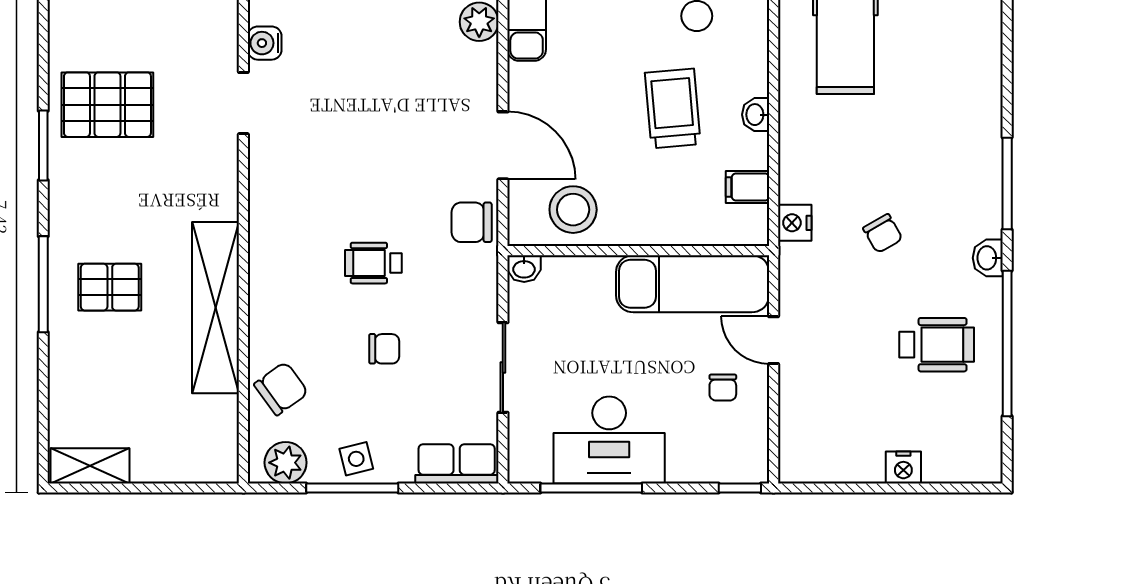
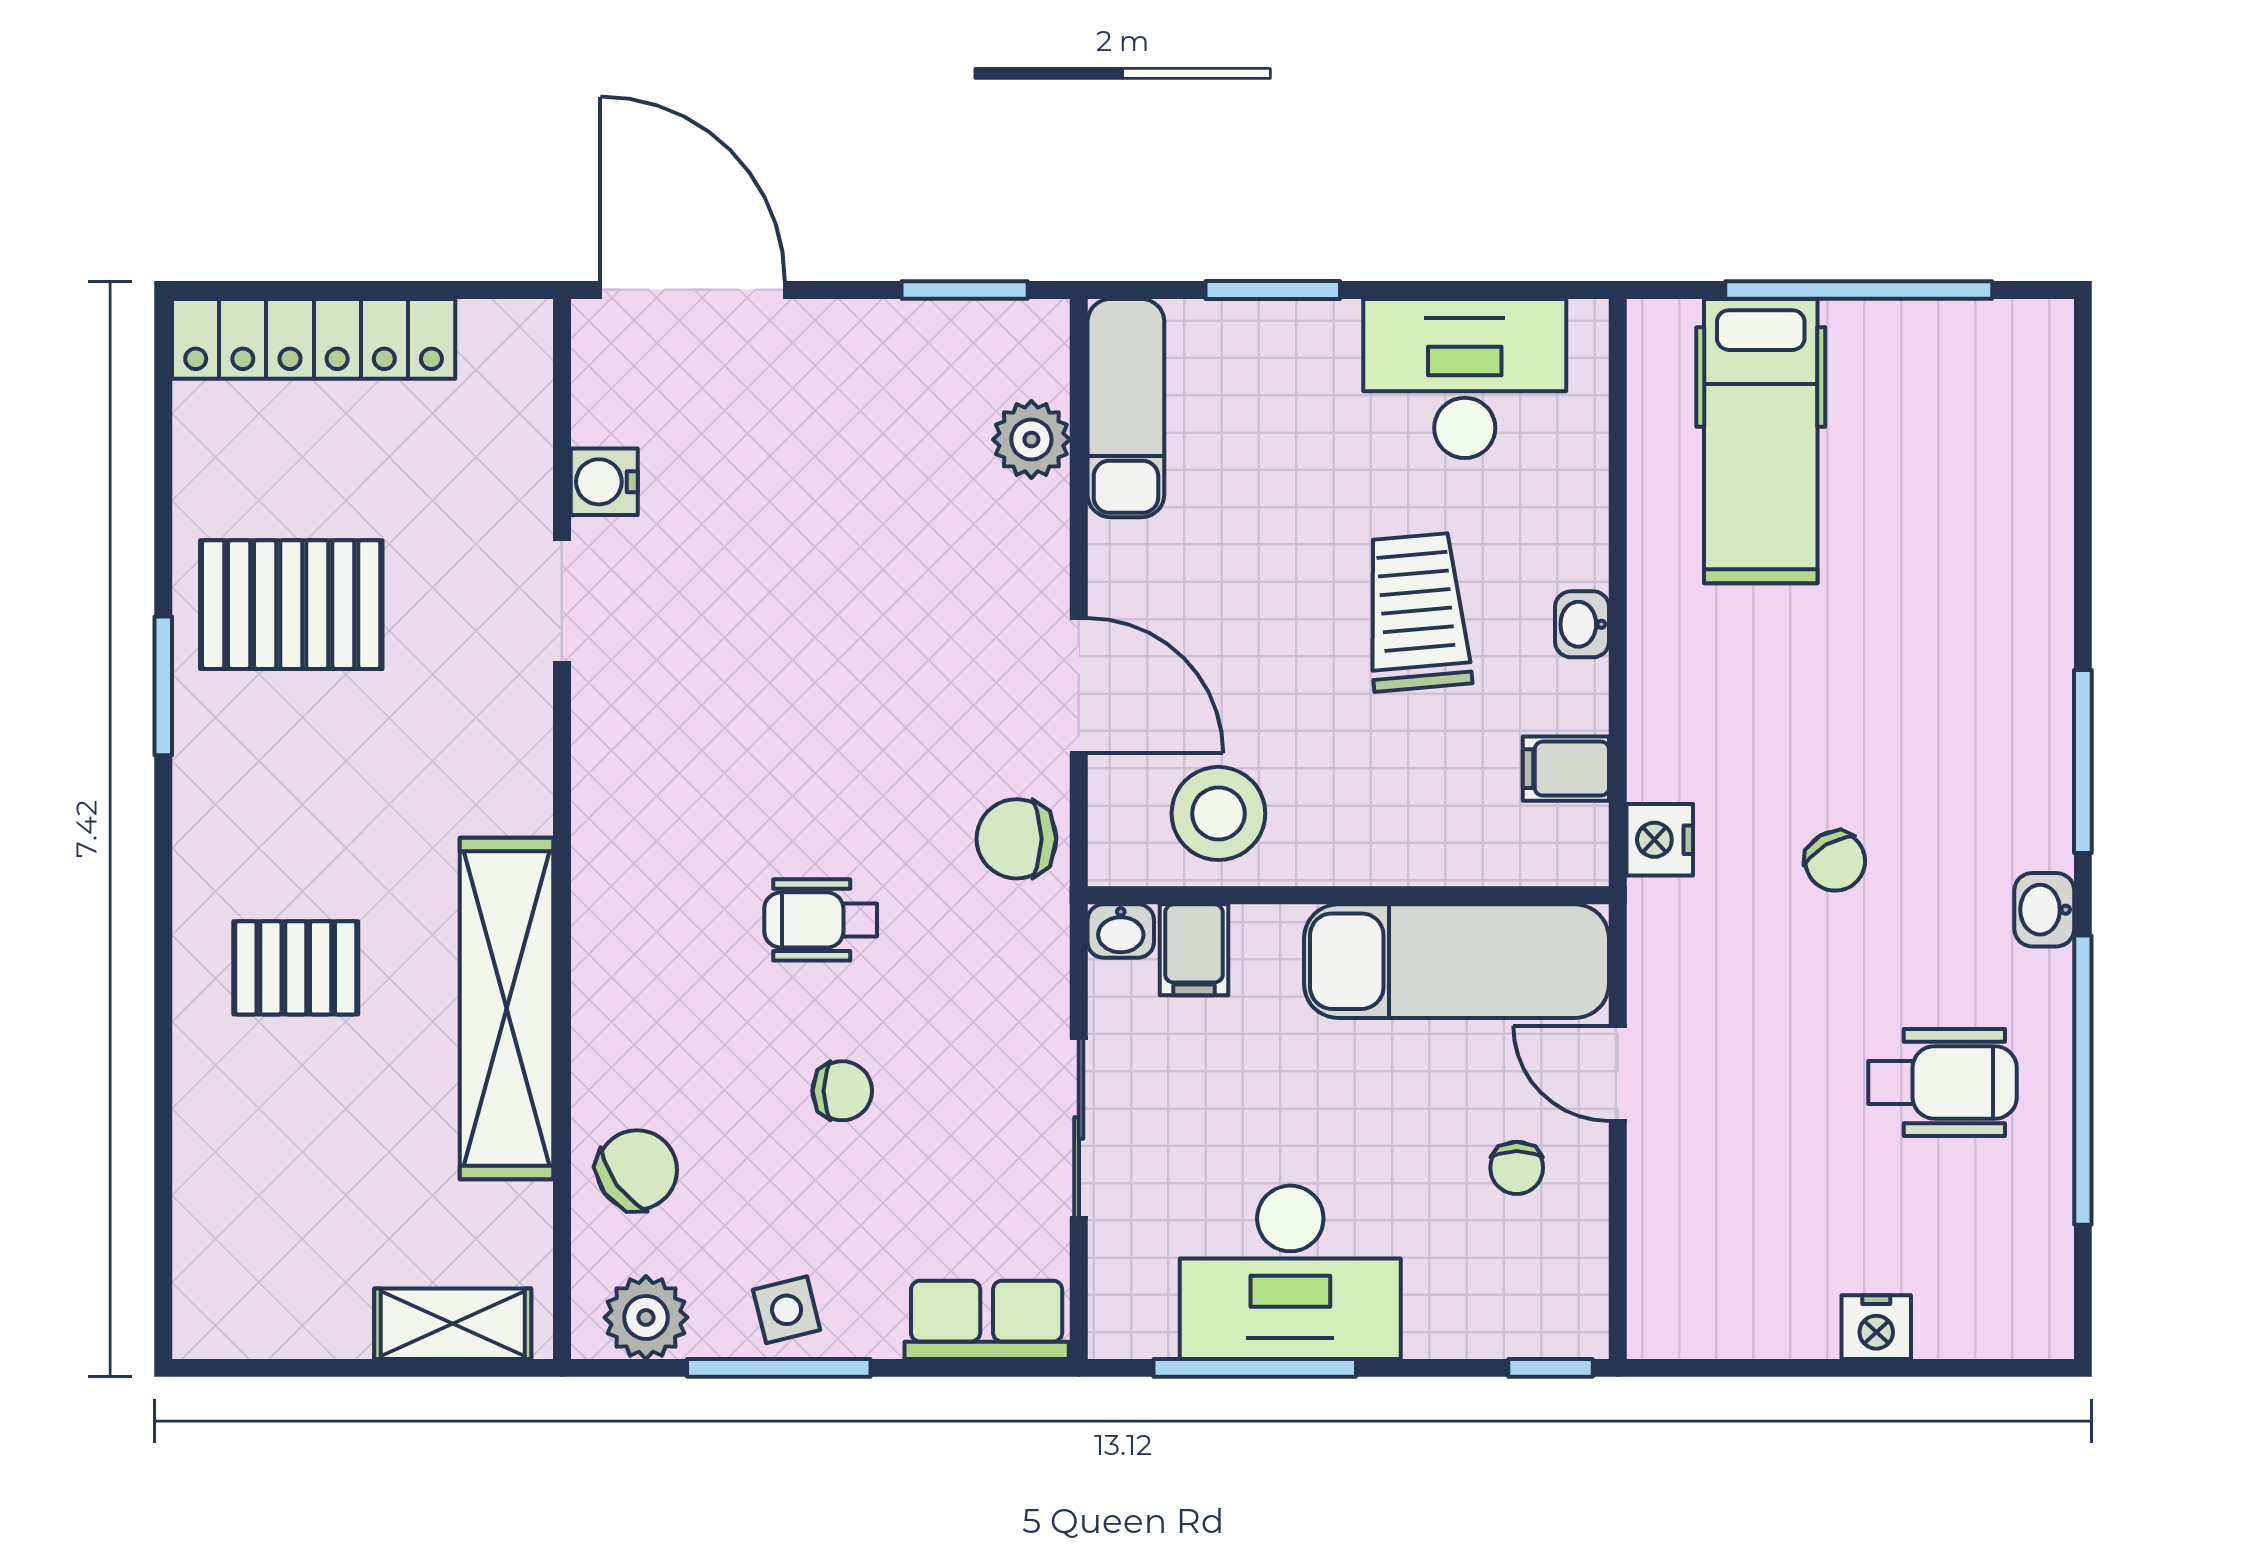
filing cabinet: (561, 278) -> (1194, 950), added
window: (43, 284) -> (163, 962), removed
shelving: (90, 466) -> (453, 1324), moved

